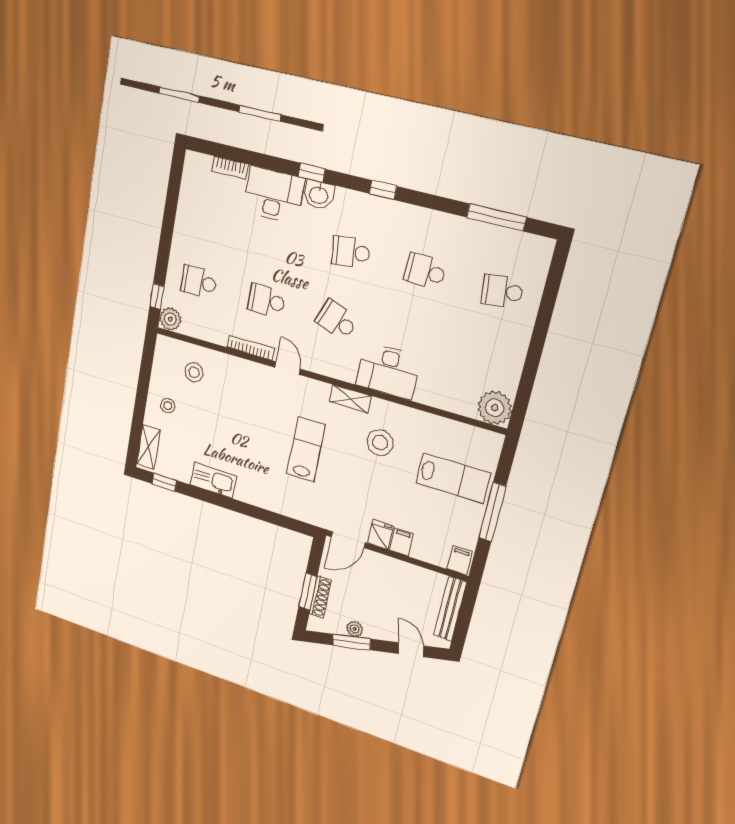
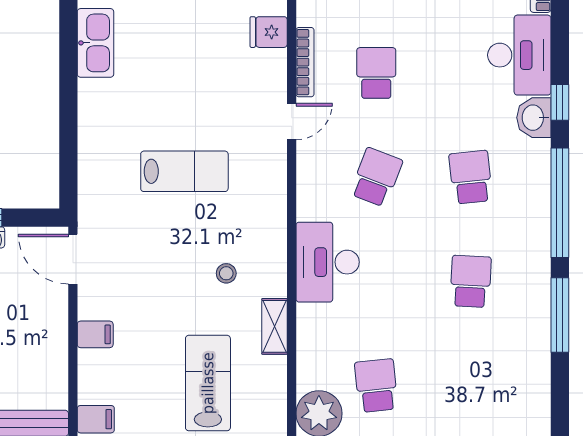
window: (383, 190) -> (560, 203), width x3.17
window: (496, 217) -> (560, 315), moved
school desk: (502, 291) -> (376, 386), moved
shelving: (350, 399) -> (275, 326), moved
stool: (380, 443) -> (226, 273), width x0.53, depth x0.53
lab bench: (453, 478) -> (208, 383), turned 180
fridge: (381, 535) -> (269, 32), moved, turned 180

